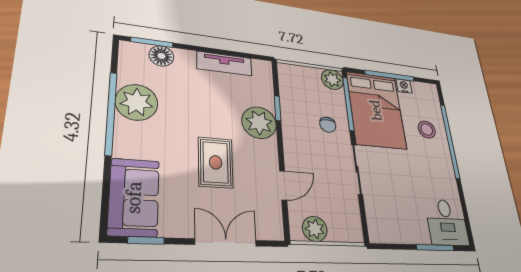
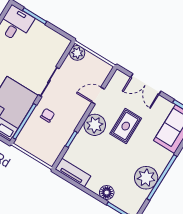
floor lamp: (161, 56) -> (107, 193), moved
tv unit: (224, 64) -> (73, 173), moved
plant: (332, 79) -> (23, 141), removed
plant: (259, 123) -> (95, 125), moved
plant: (315, 229) -> (77, 53), moved

